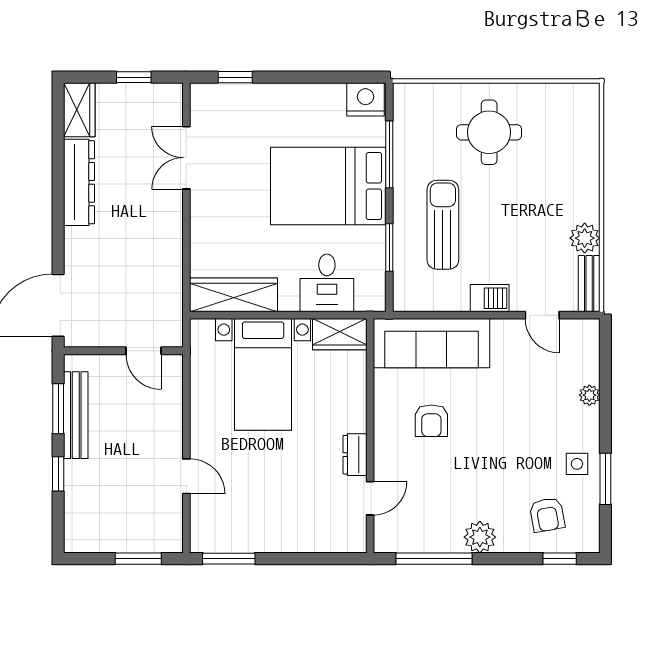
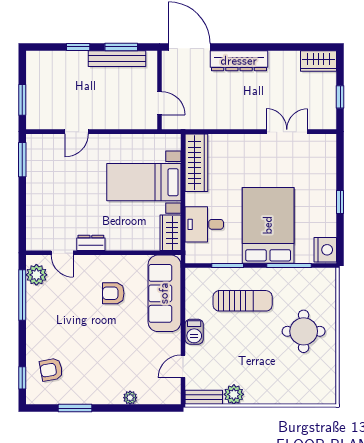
window: (235, 77) -> (340, 202), moved
dresser: (79, 182) -> (239, 61), moved
door: (144, 351) -> (159, 103), swing flipped
side table: (577, 464) -> (85, 389), removed
plant: (480, 537) -> (36, 275), moved

